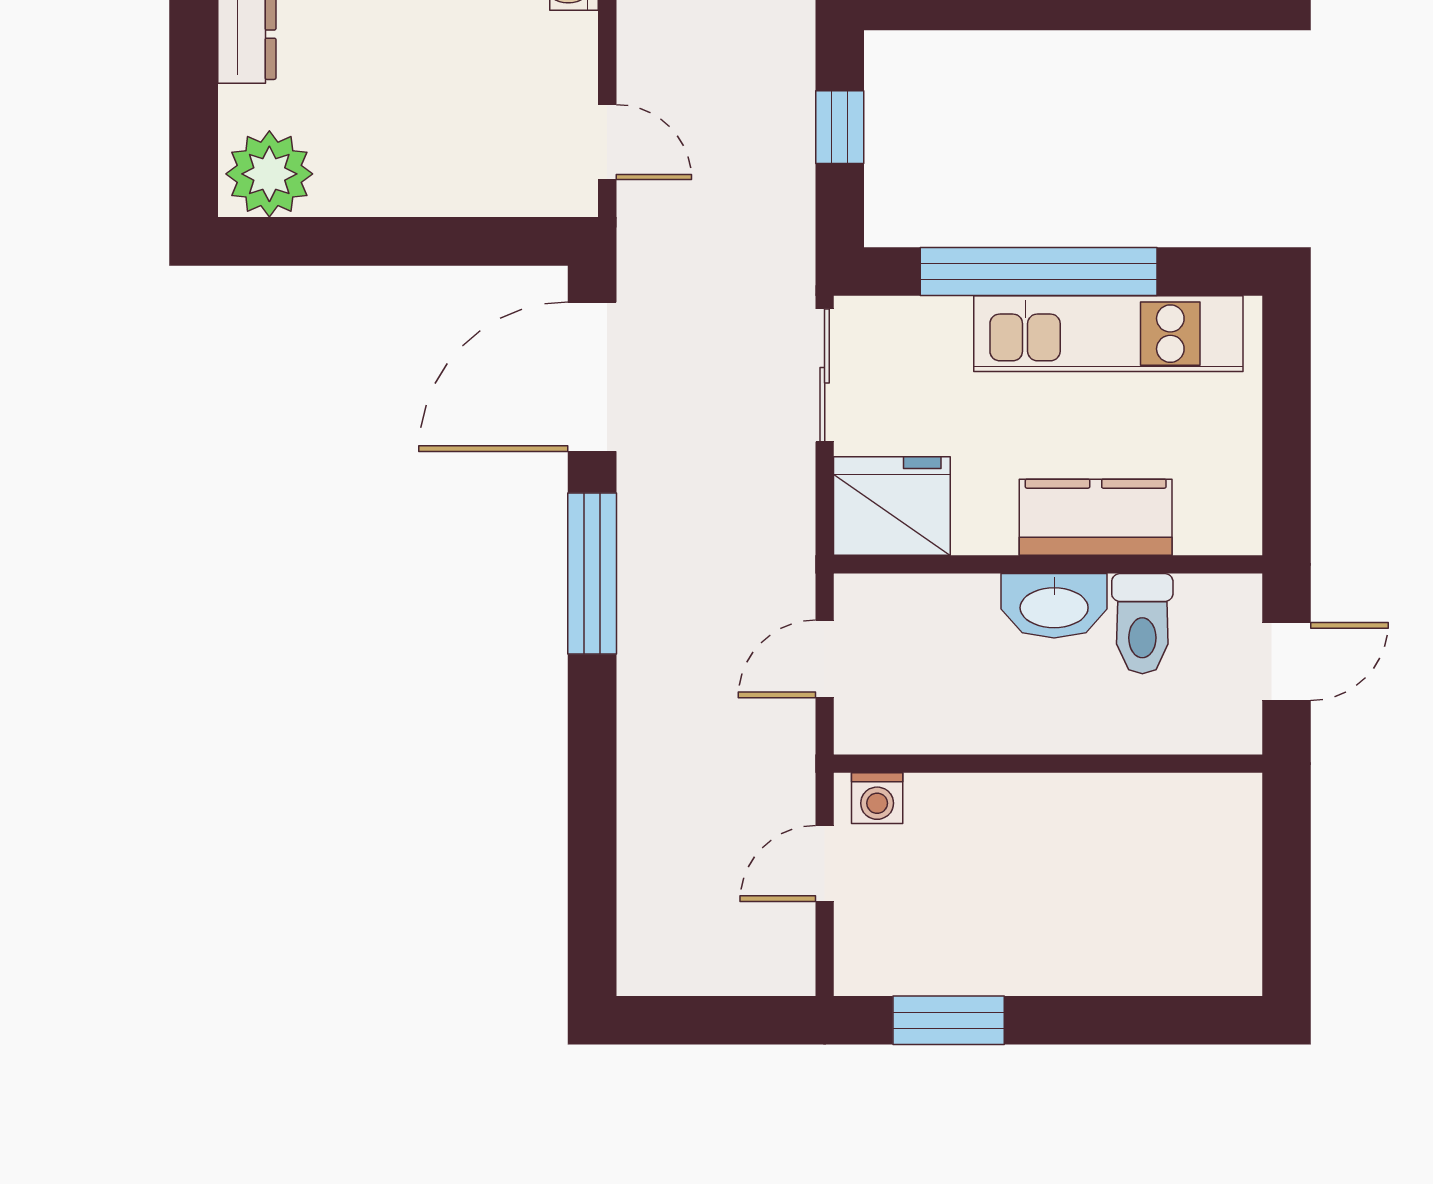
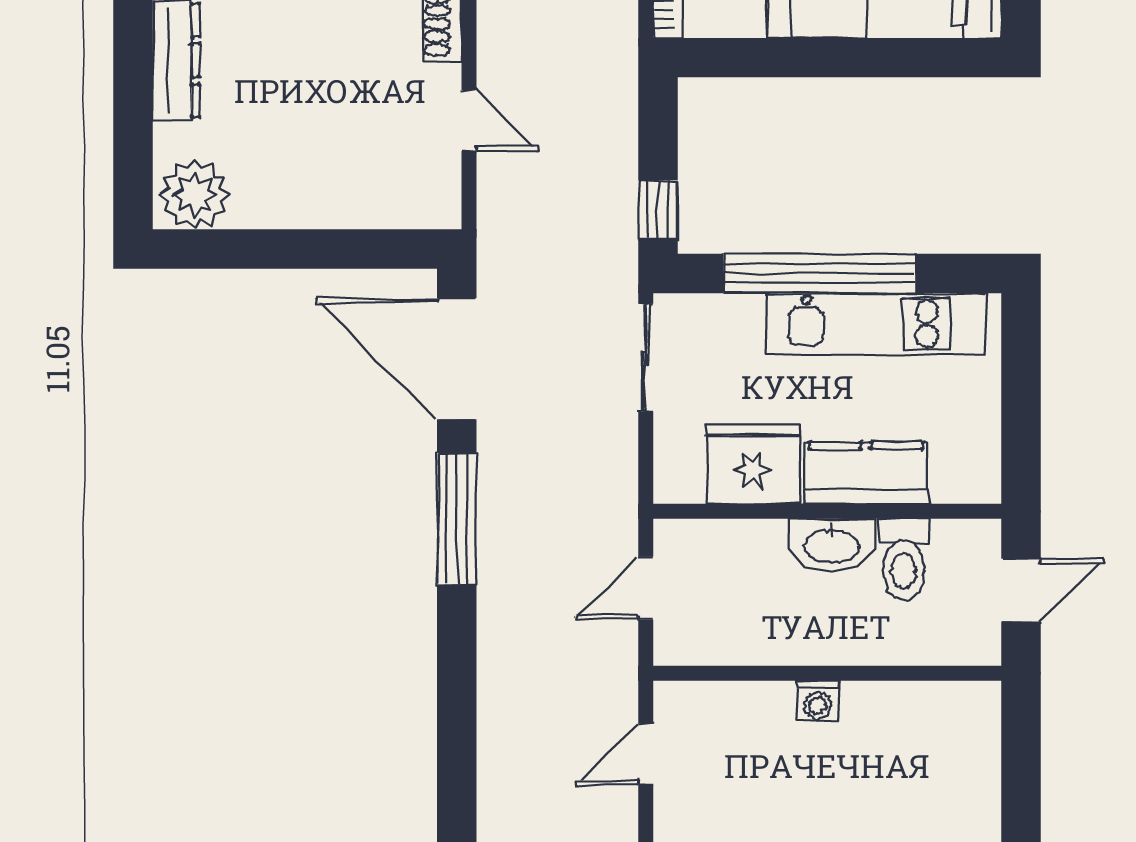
window: (840, 127) -> (658, 210), moved
door: (607, 142) -> (469, 121), moved
door: (592, 377) -> (457, 359), hinge flipped
fridge: (892, 506) -> (753, 464), moved
washing machine: (877, 798) -> (818, 701), moved

